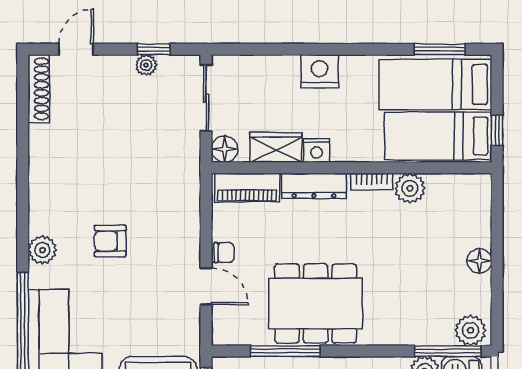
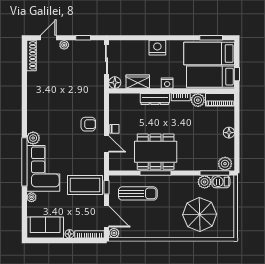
plant: (146, 65) -> (64, 45), moved
nightstand: (317, 151) -> (167, 83), moved
piano: (247, 188) -> (220, 100), moved
armchair: (110, 241) -> (88, 124), moved, turned 180
plant: (42, 250) -> (33, 138), moved
window: (285, 351) -> (155, 173), moved

